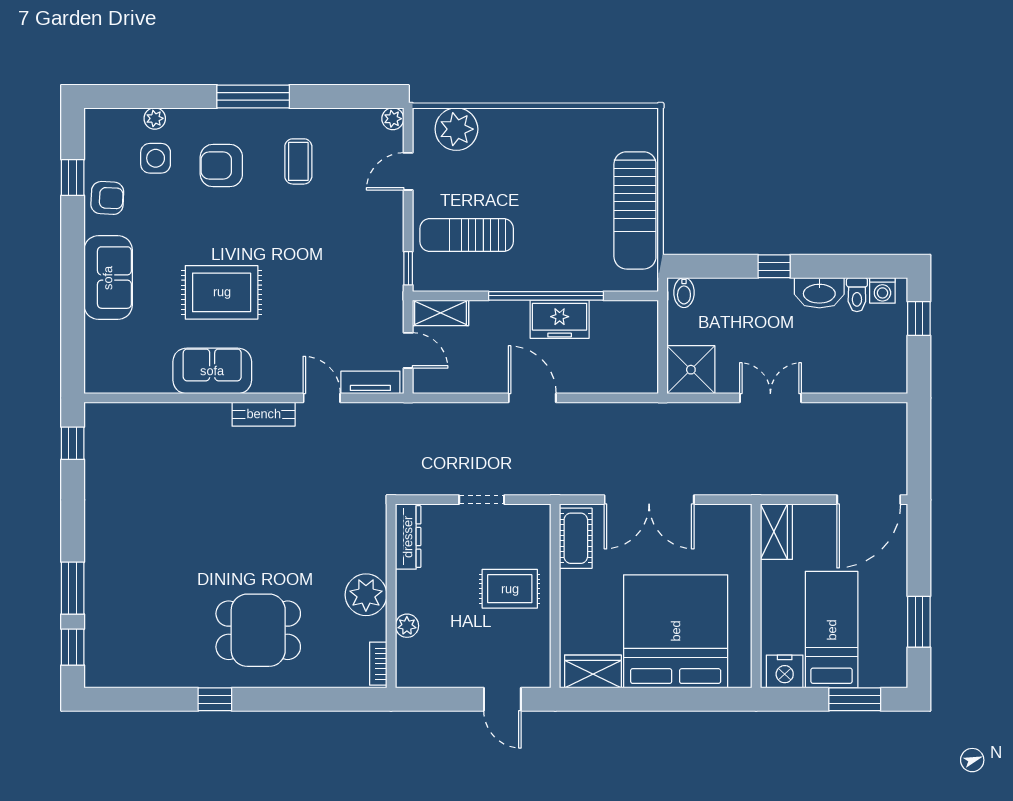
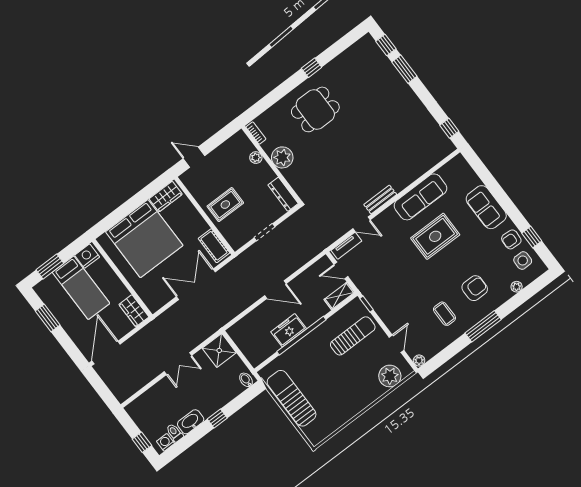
side table: (156, 158) -> (523, 260), moved
sofa: (212, 371) -> (420, 197), width x1.36

